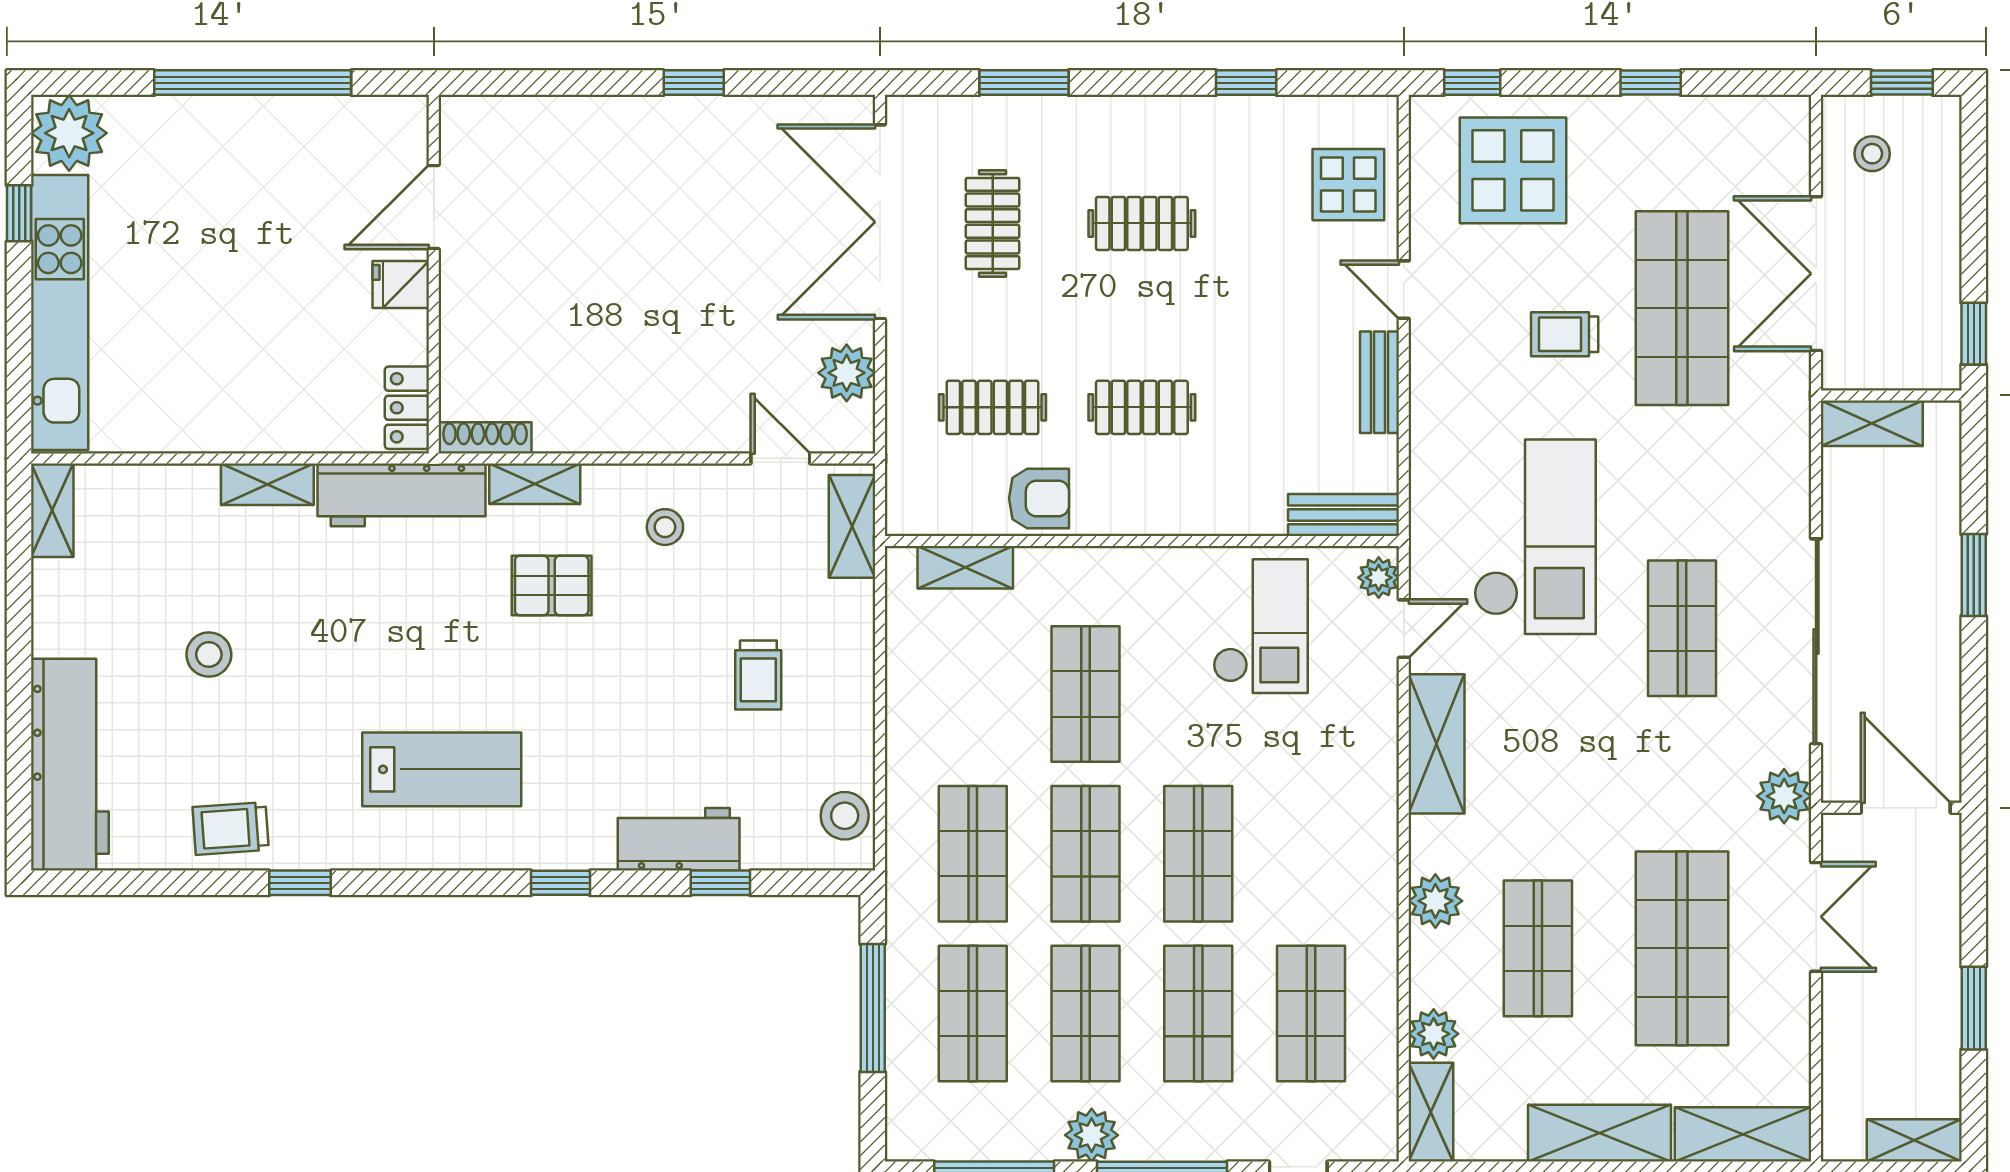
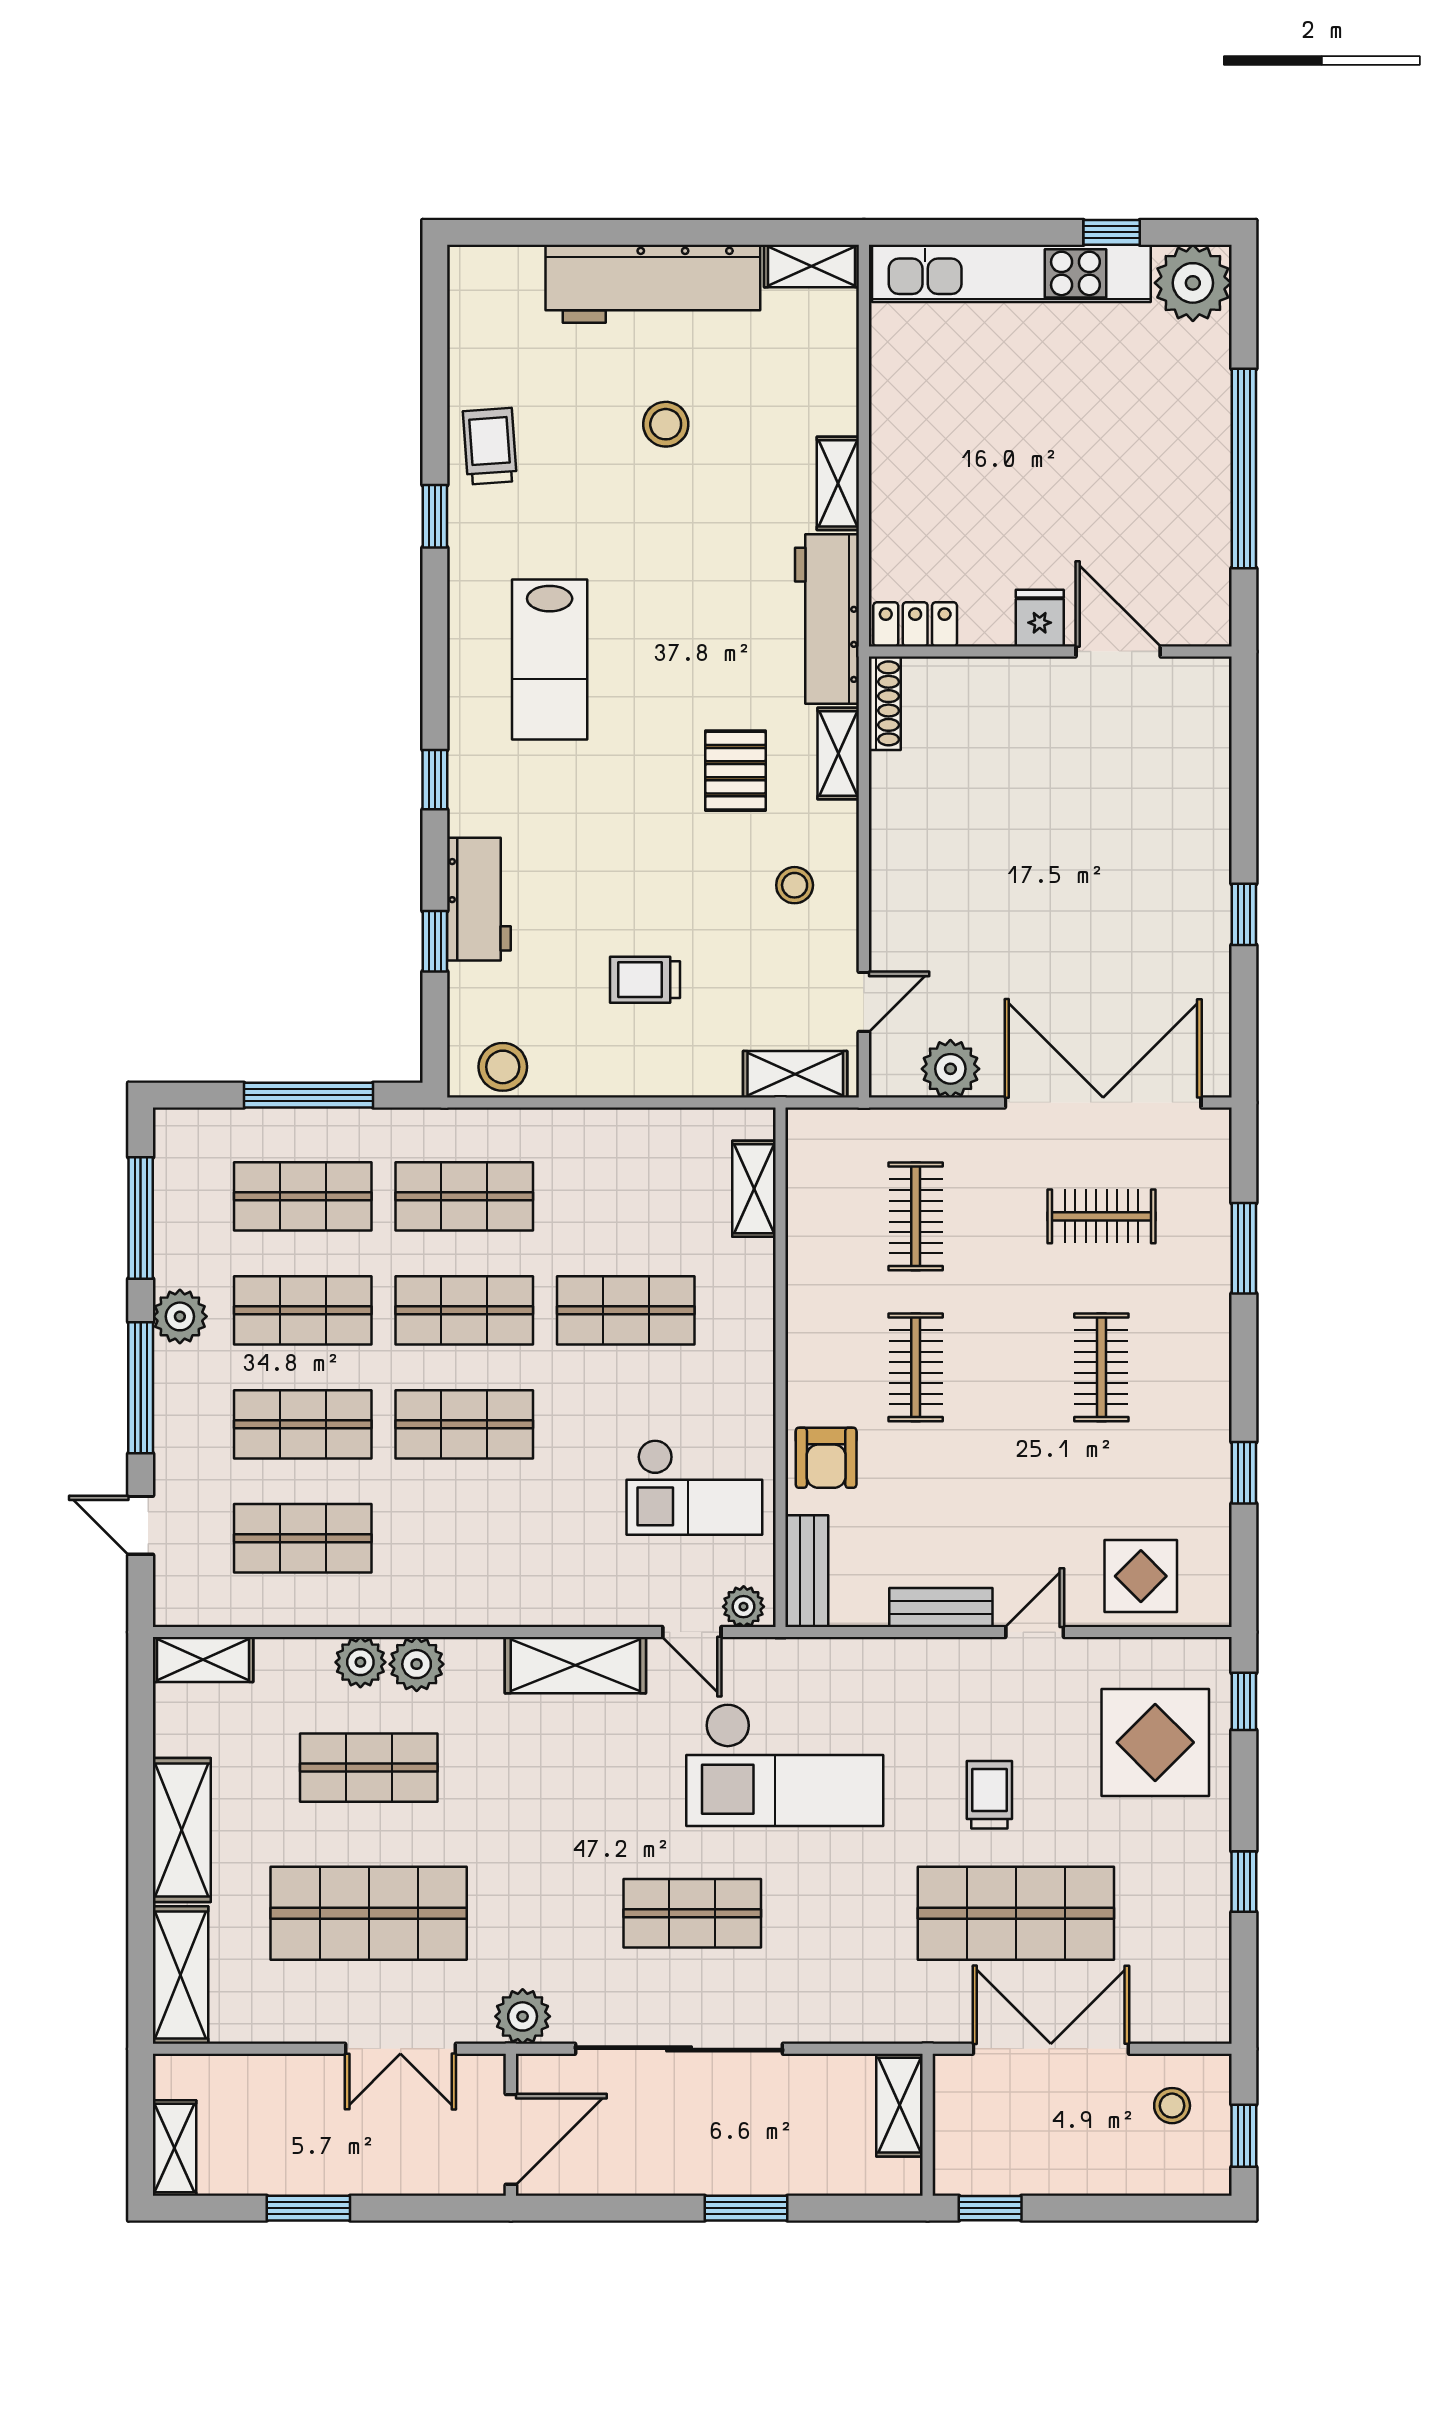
armchair: (1039, 498) -> (826, 1458), moved
workbench: (70, 765) -> (653, 284), moved
plant: (1434, 1034) -> (360, 1662), moved

